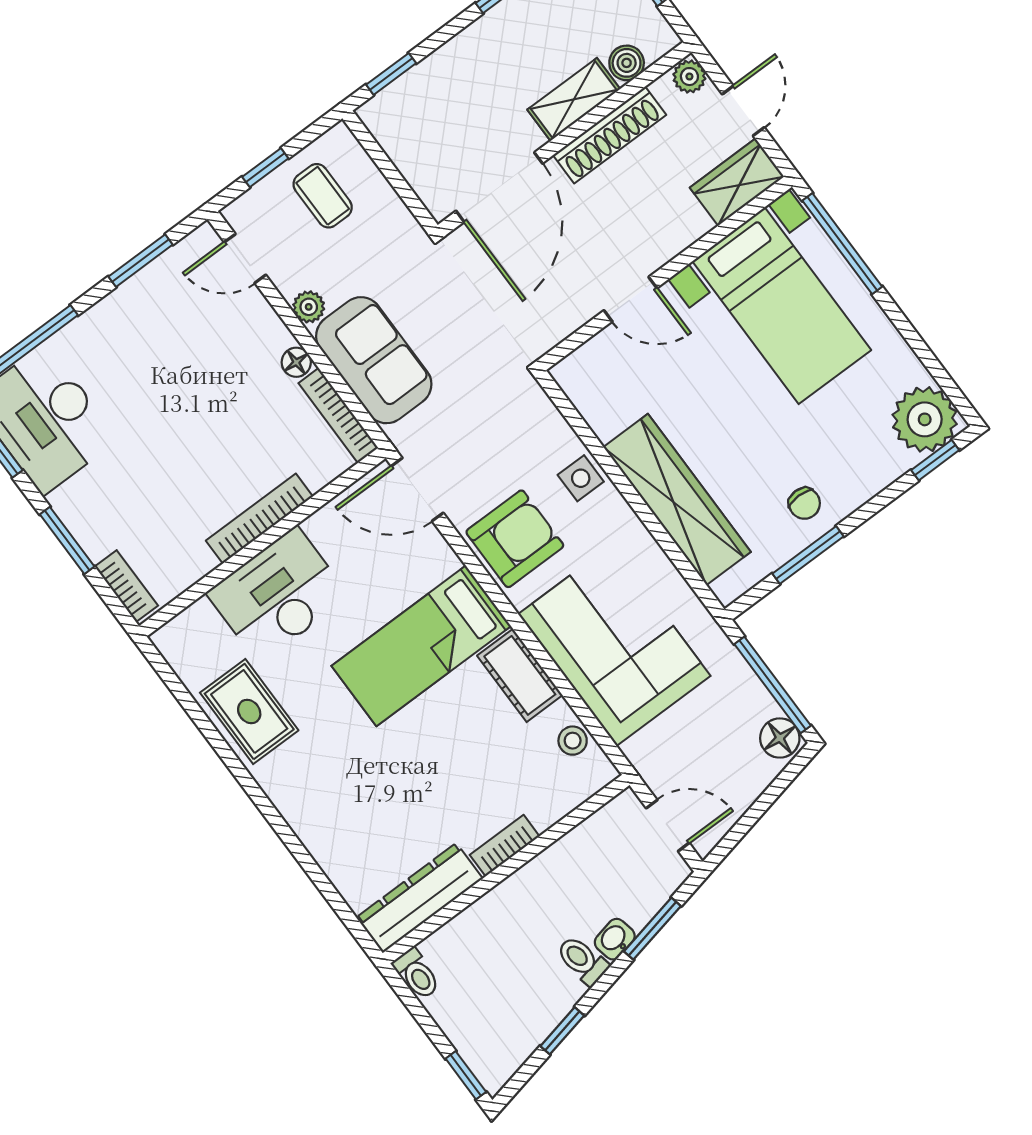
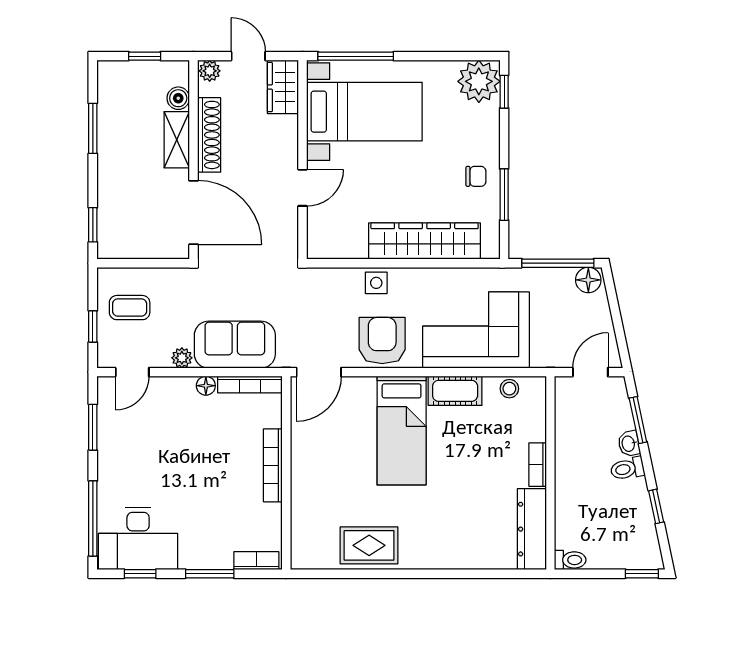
desk: (278, 595) -> (319, 485), removed

